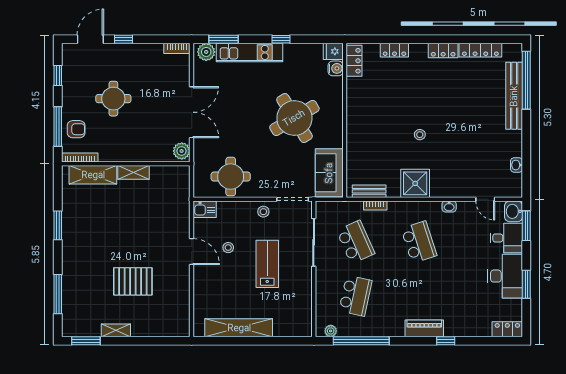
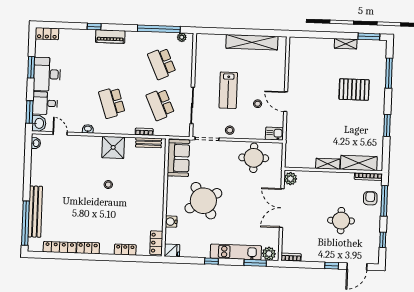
water cooler: (336, 68) -> (171, 222), moved
armchair: (76, 129) -> (370, 198), turned 90
washbasin: (517, 165) -> (36, 143), moved
pallet: (133, 281) -> (354, 90), moved
school desk: (355, 296) -> (162, 63), turned -36

